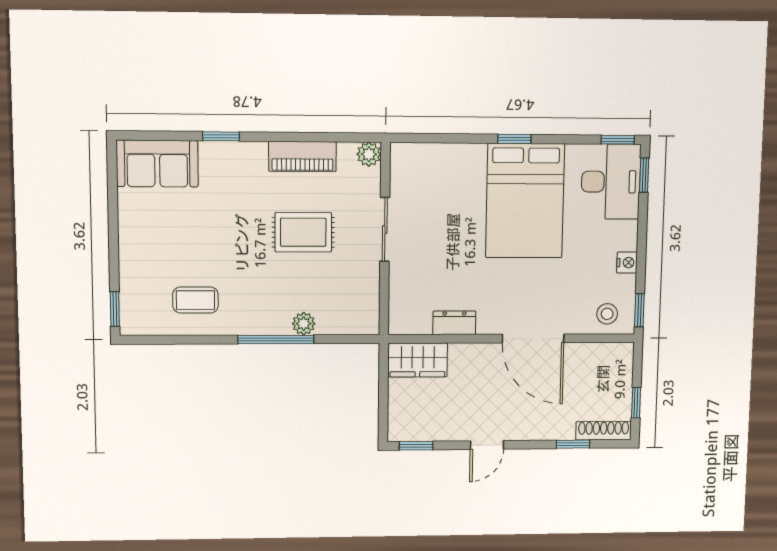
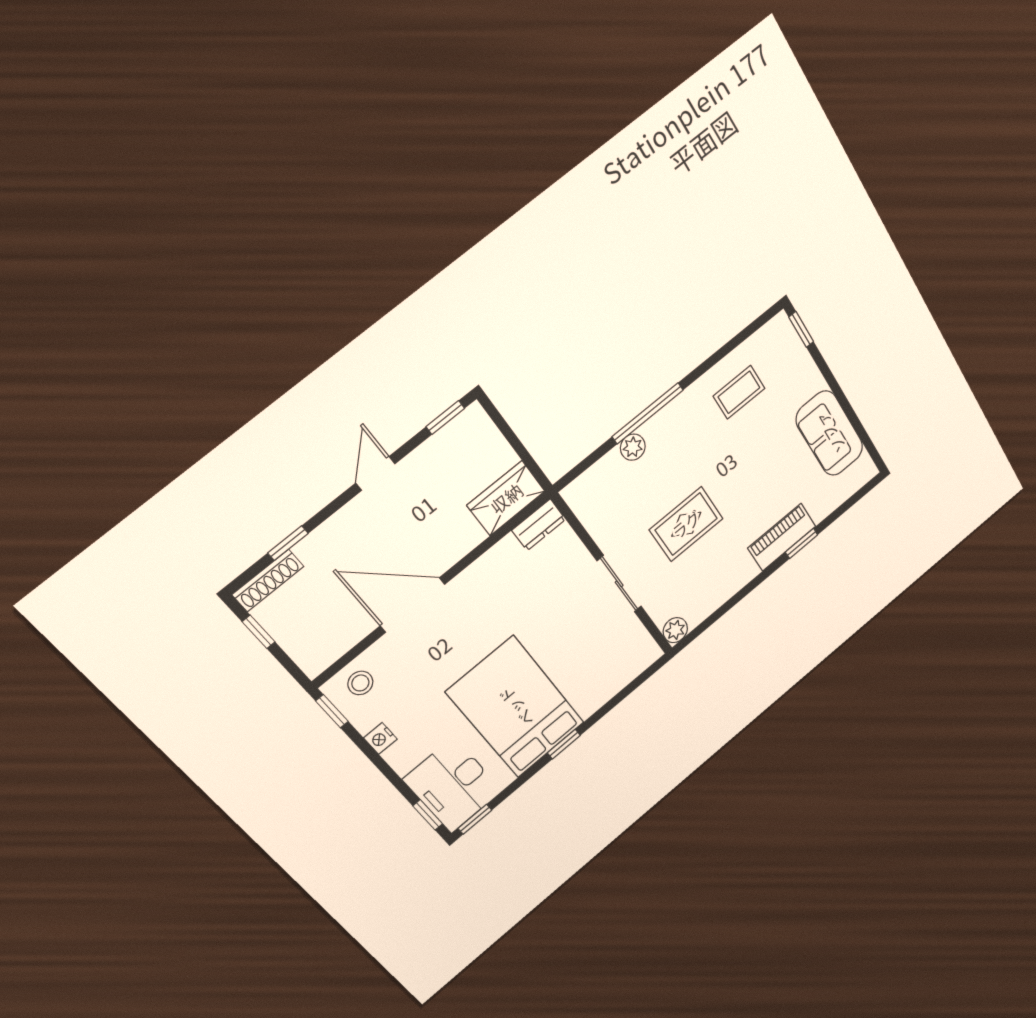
piano: (302, 156) -> (782, 537), moved
sofa: (157, 164) -> (830, 433), moved, turned -90
dresser: (454, 323) -> (539, 525), moved

